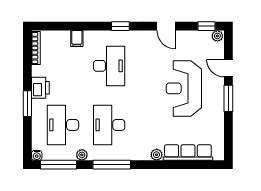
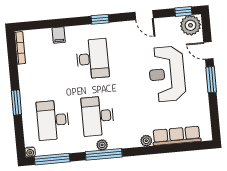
plant: (217, 36) -> (190, 25), width x1.88, depth x1.88
printer: (40, 88) -> (28, 86), removed
plant: (82, 155) -> (102, 145), moved

